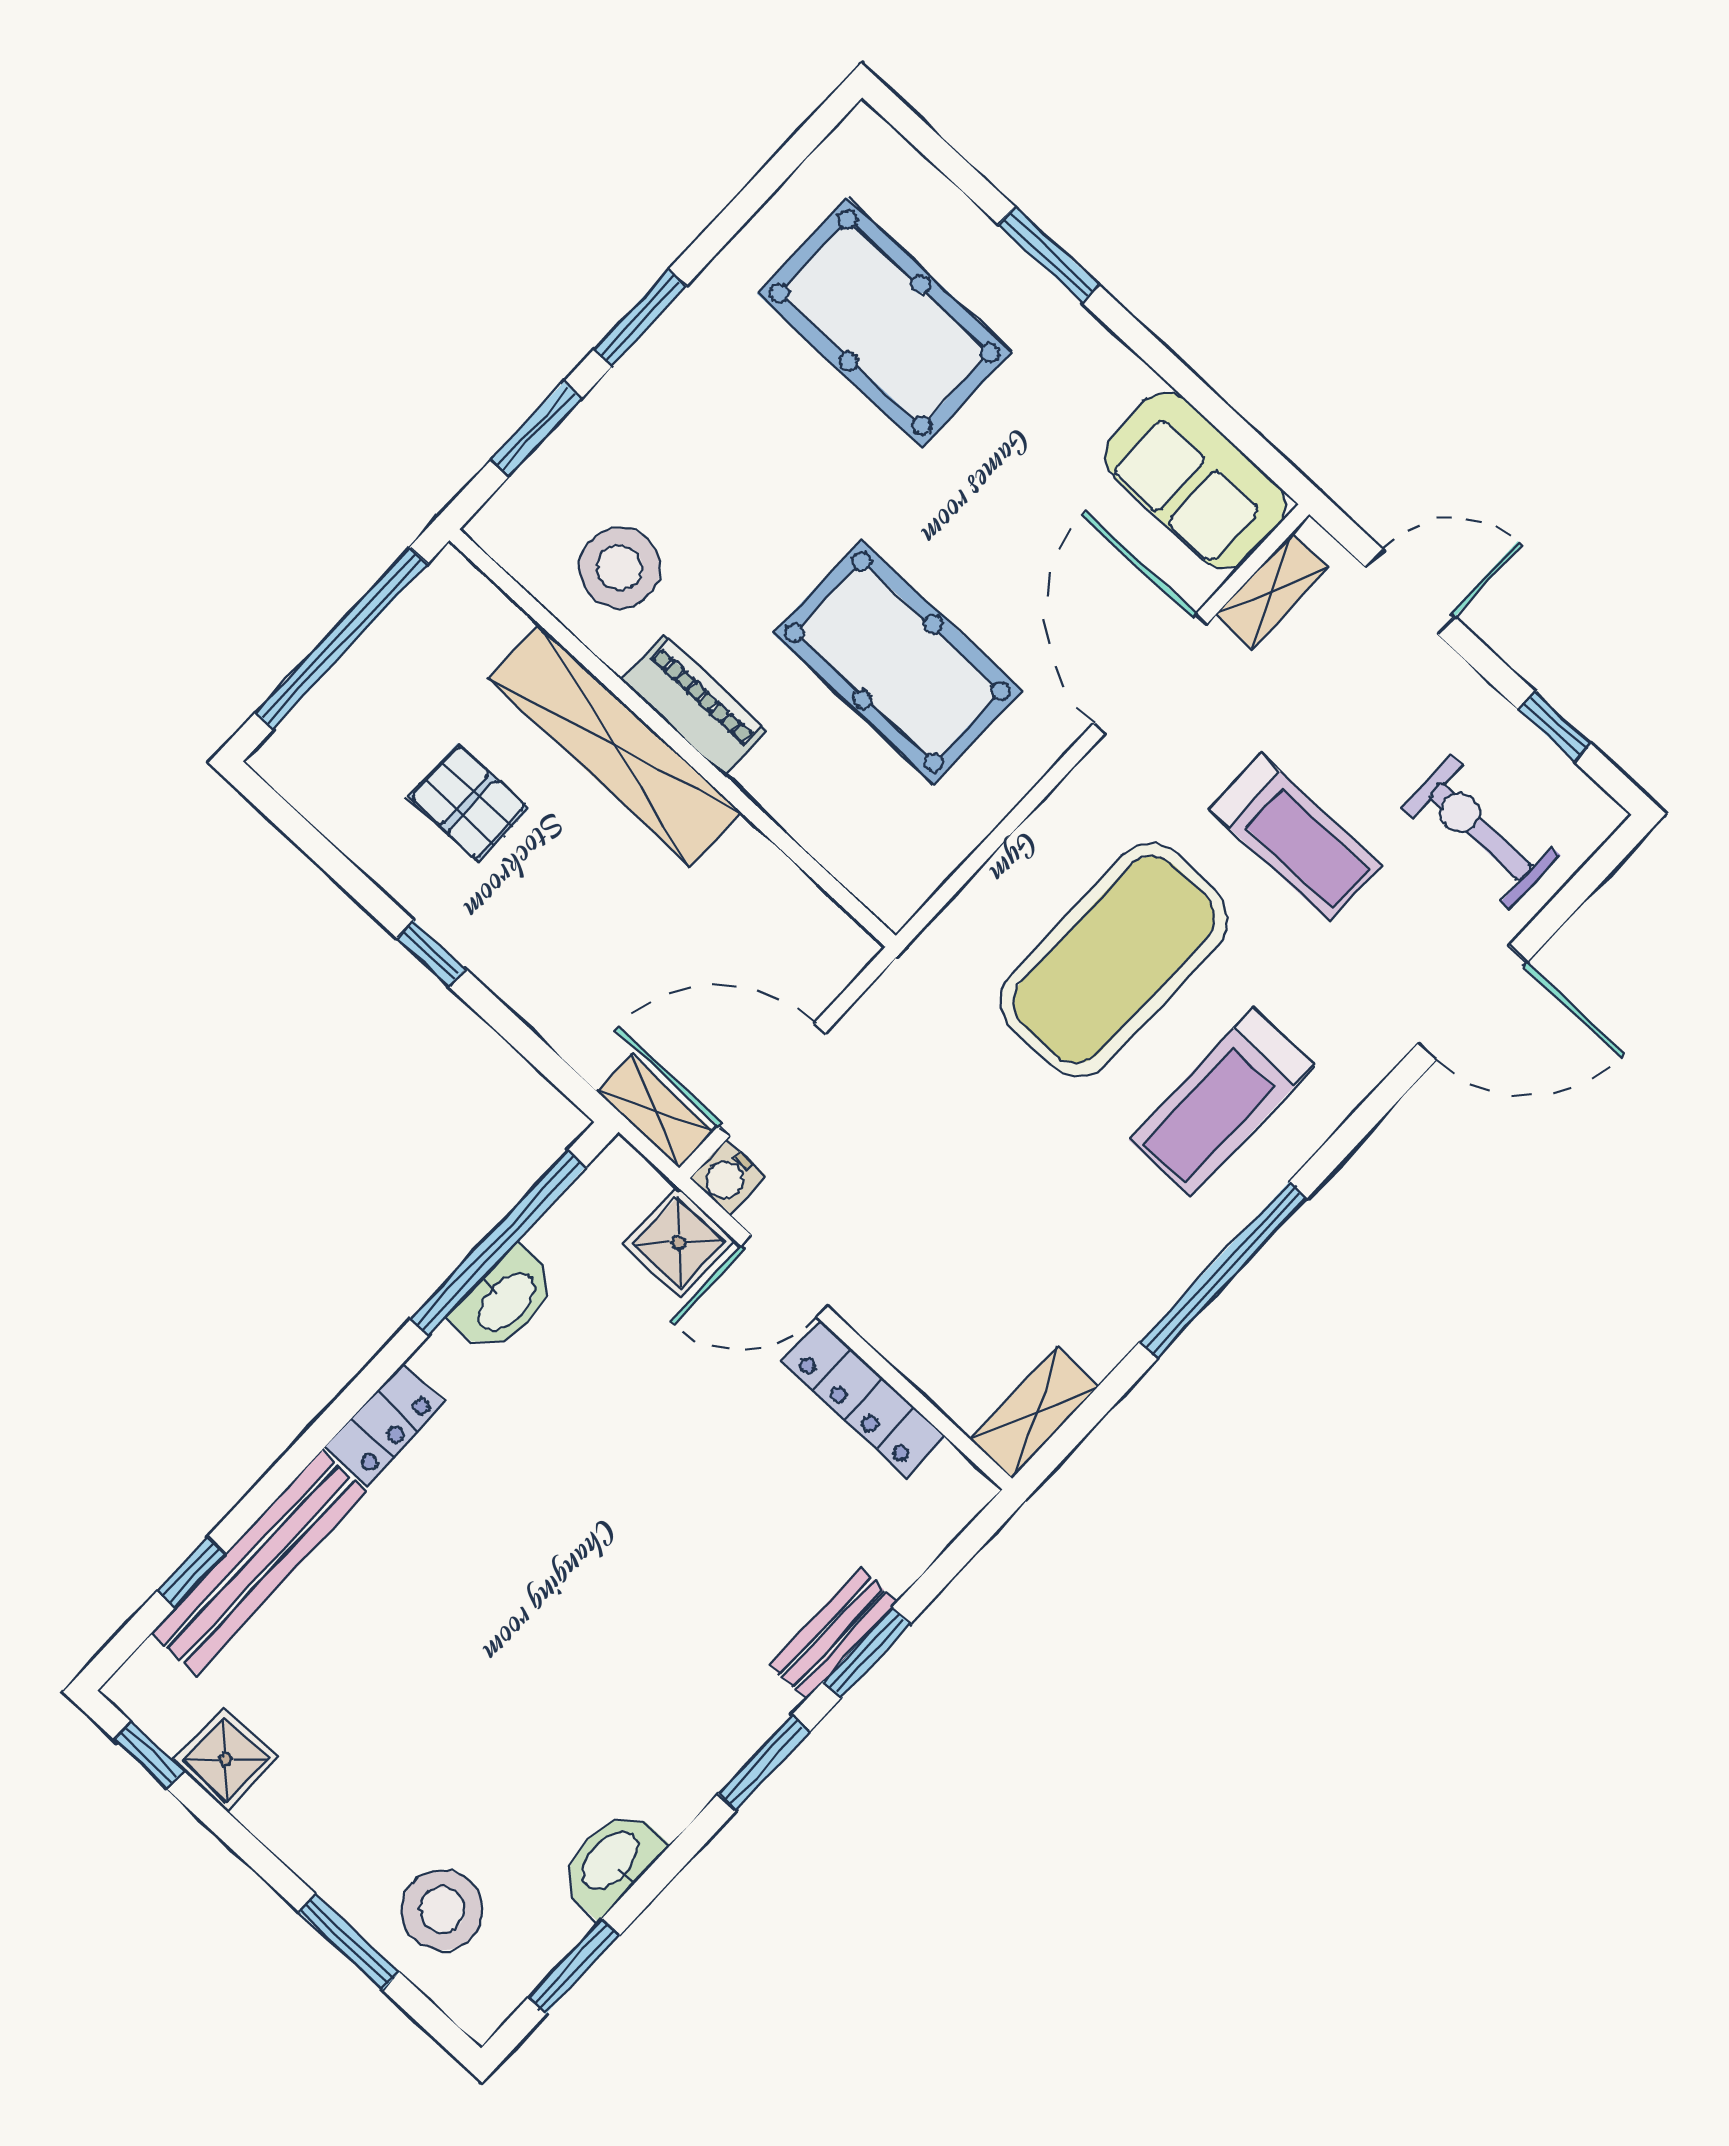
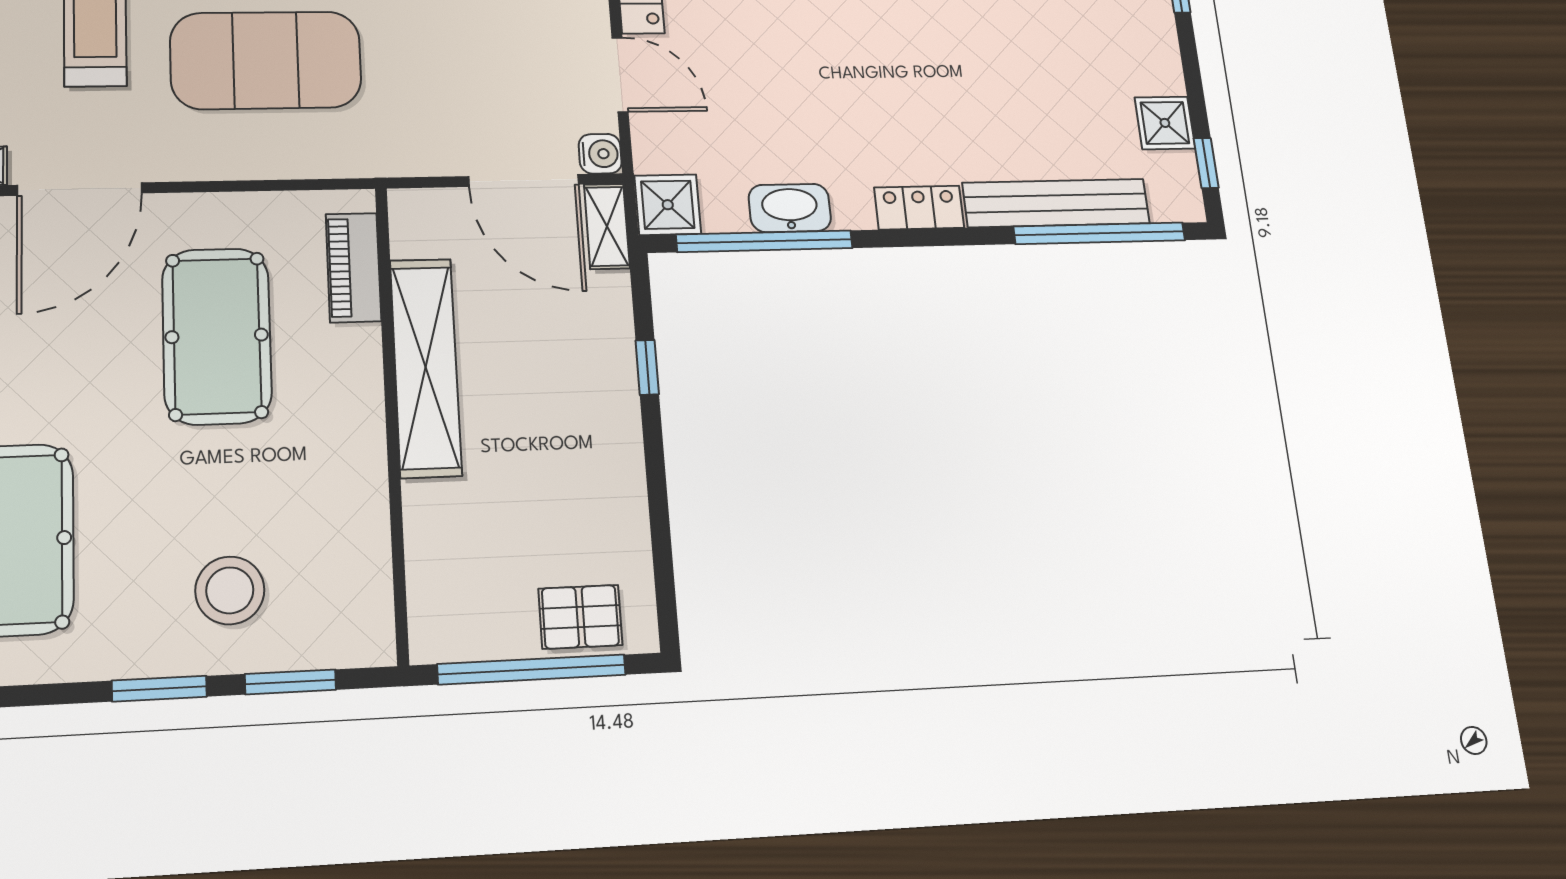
stool: (620, 568) -> (230, 590), moved
piano: (694, 705) -> (353, 267), moved
shelving: (615, 745) -> (426, 367), moved
pallet: (468, 803) -> (580, 617), moved, turned 90
window: (431, 954) -> (647, 367), moved
shower: (679, 1243) -> (668, 205), moved
window: (191, 1572) -> (1099, 233), width x3.17

